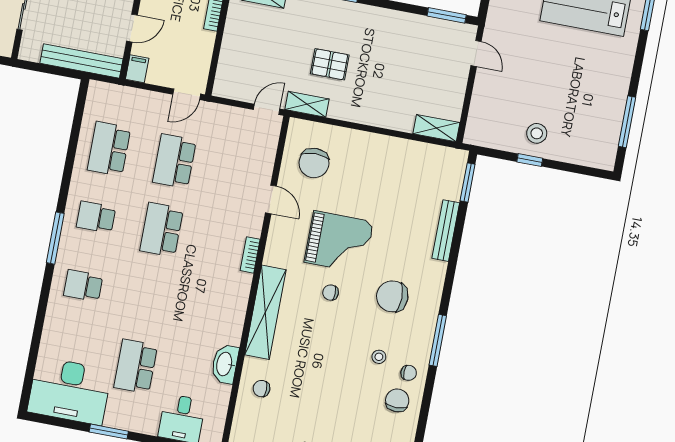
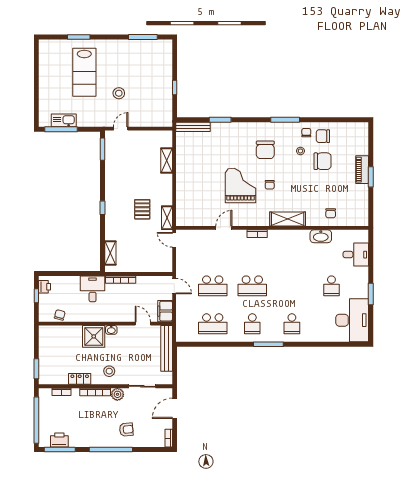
filing cabinet: (137, 69) -> (165, 311), width x2.00
shelving: (436, 128) -> (167, 160), moved
stool: (537, 133) -> (119, 93), moved
chair: (314, 163) -> (323, 161), moved
window: (468, 183) -> (220, 120), moved
bench: (446, 231) -> (193, 127), moved
shelving: (265, 312) -> (288, 219), width x0.68
school desk: (136, 366) -> (331, 286), width x0.54

